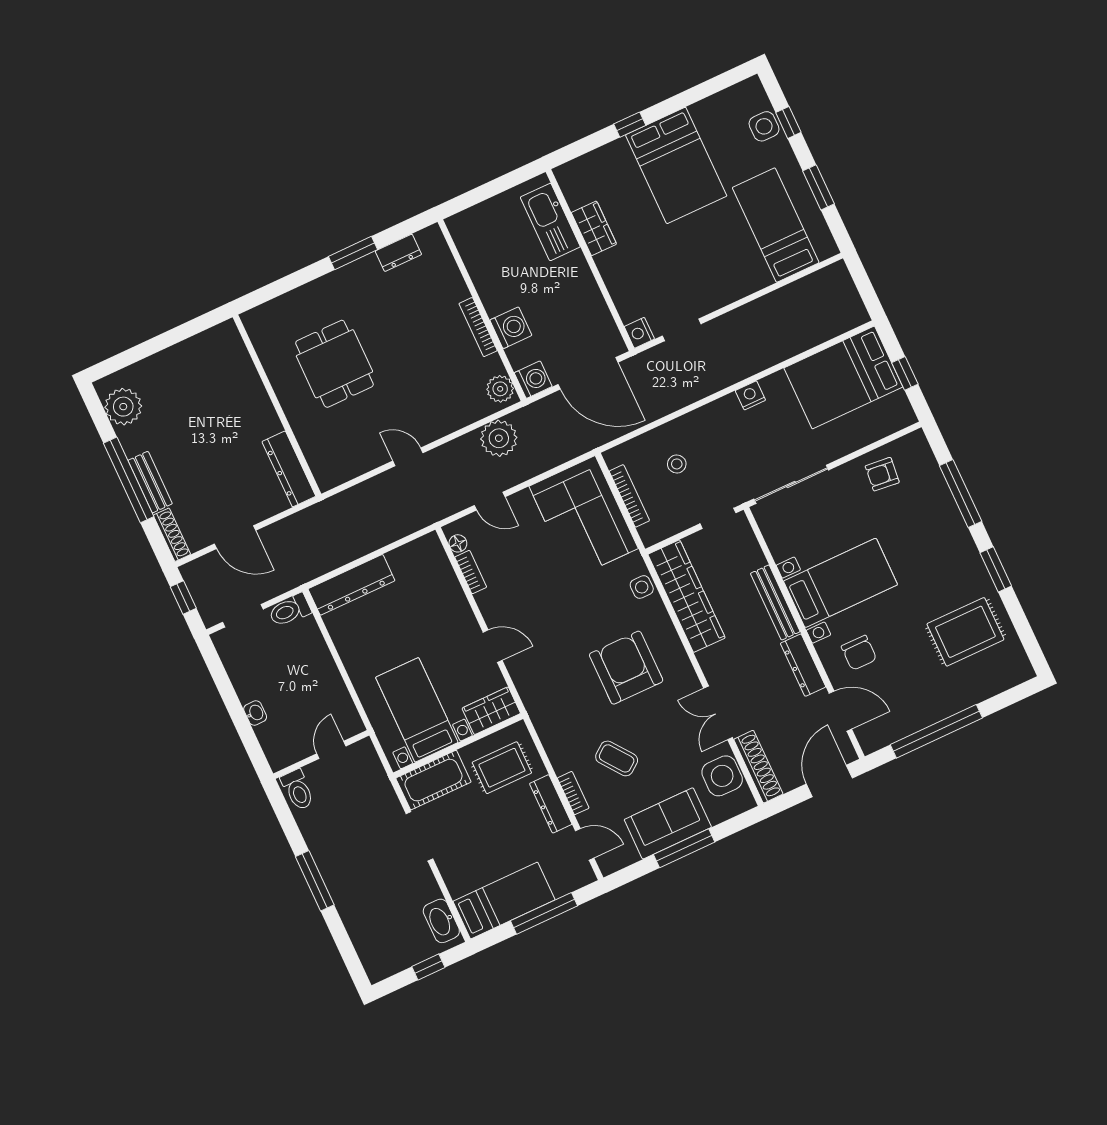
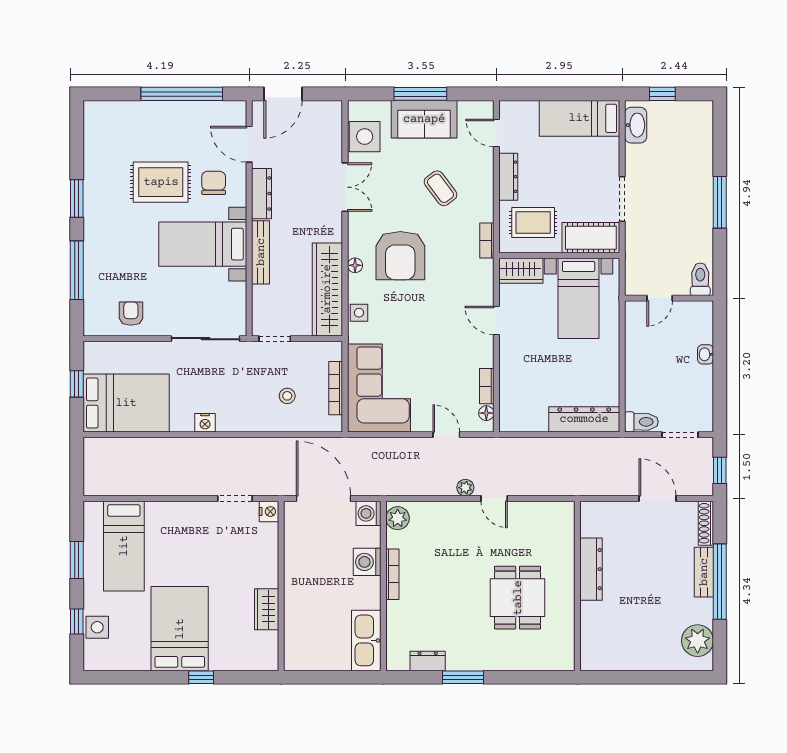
kitchen sink: (550, 222) -> (366, 640), moved, turned 180
plant: (499, 438) -> (465, 488), moved, width x0.53, depth x0.53
dresser: (289, 469) -> (591, 569), moved
armchair: (882, 474) -> (131, 314), turned -96
rug: (965, 632) -> (161, 182), moved
floor lamp: (669, 635) -> (355, 265), added
shoe rack: (758, 767) -> (333, 131), removed
bookcase: (573, 793) -> (487, 241), moved
window: (544, 913) -> (553, 94), removed

